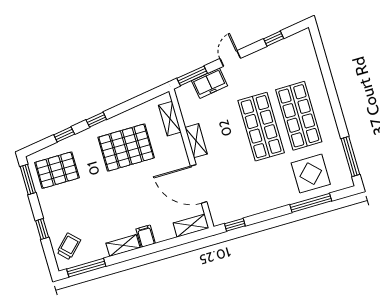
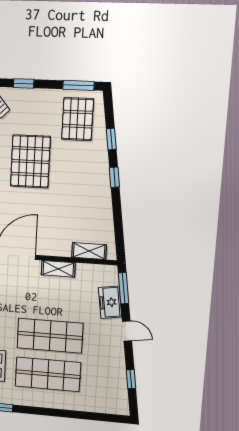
pallet: (126, 148) -> (30, 161), moved

